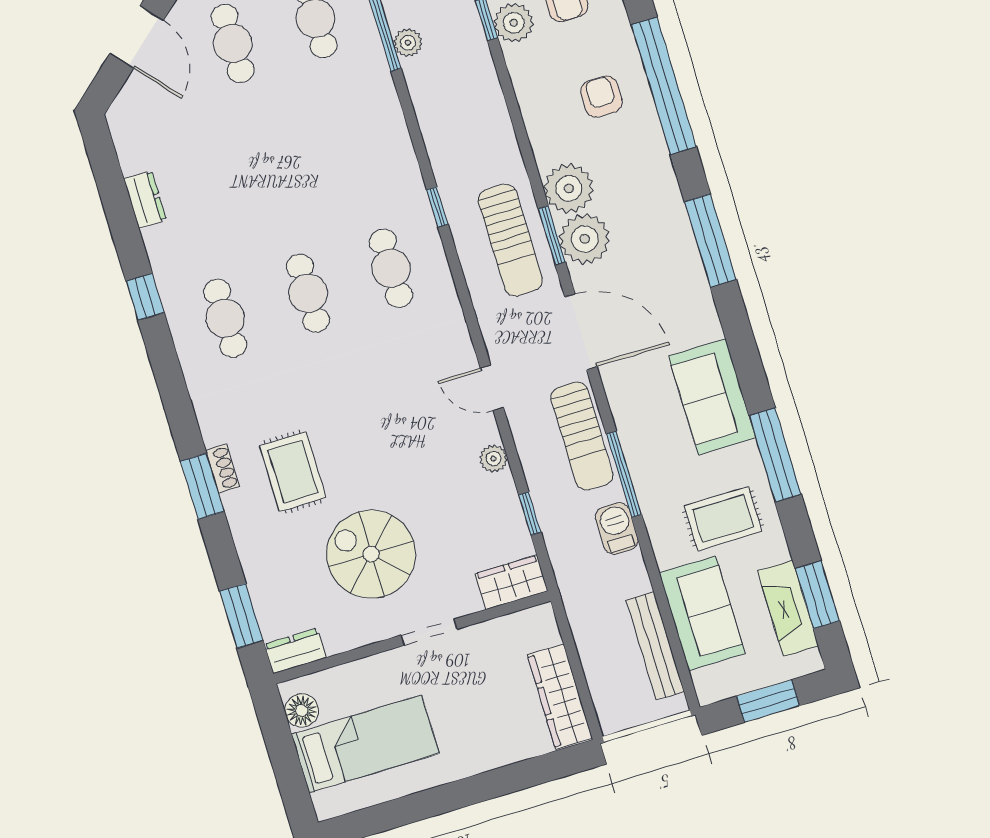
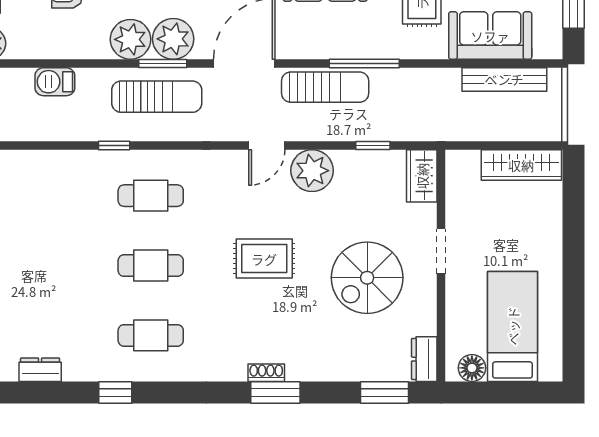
plant: (493, 459) -> (312, 171), width x1.88, depth x1.88
rug: (293, 472) -> (264, 259), moved
barbecue: (617, 529) -> (55, 82), moved

